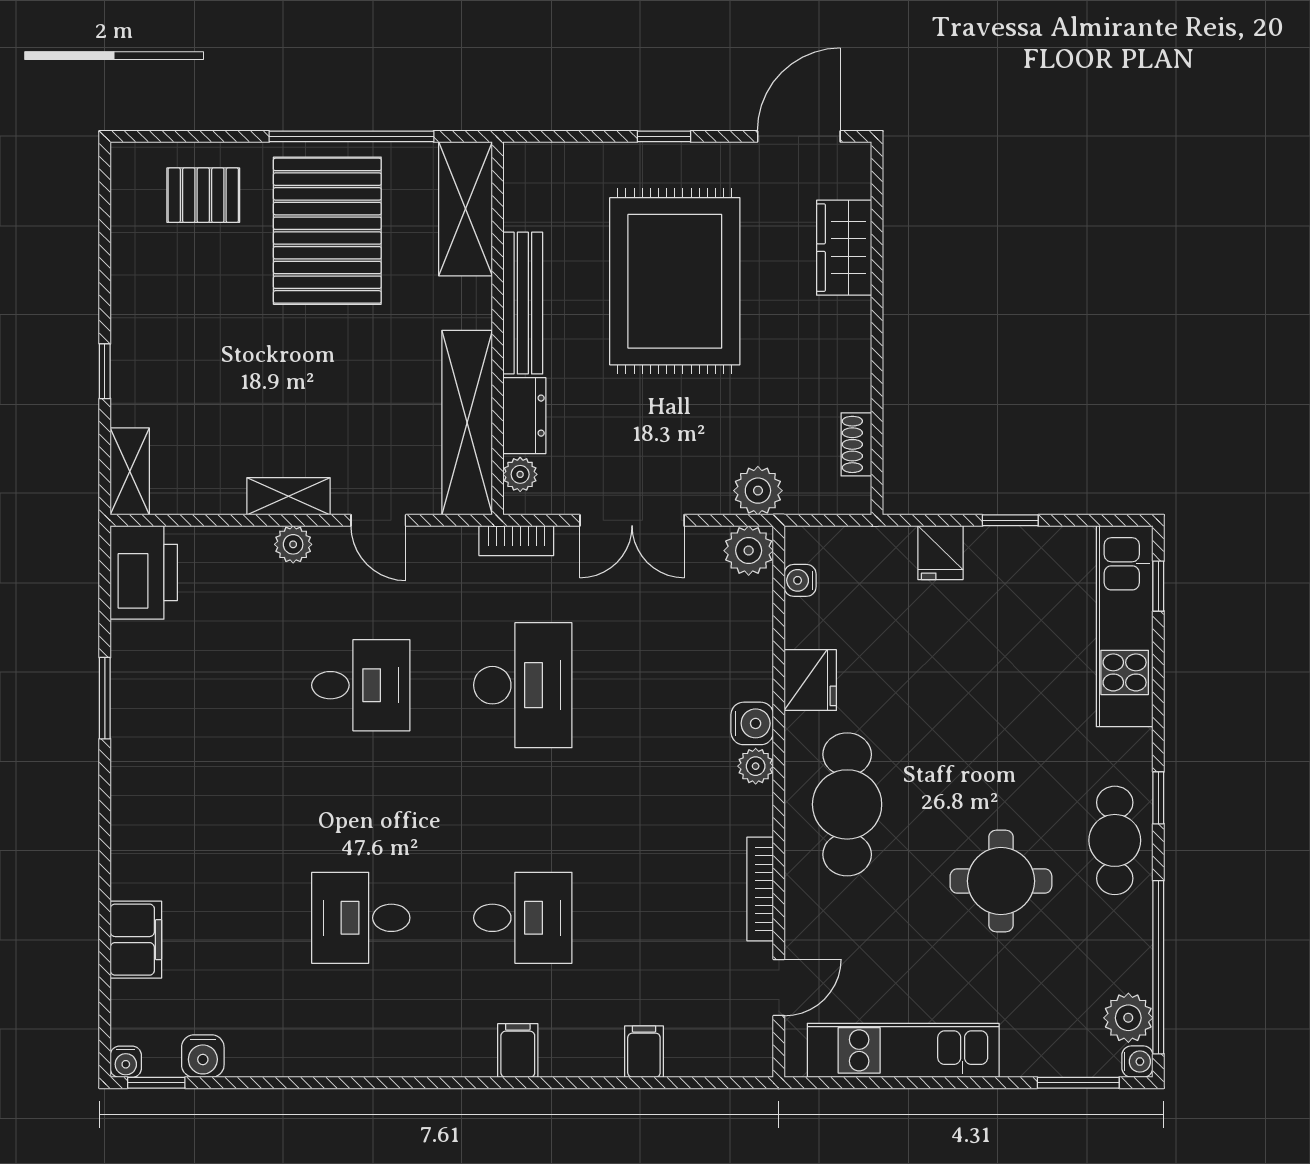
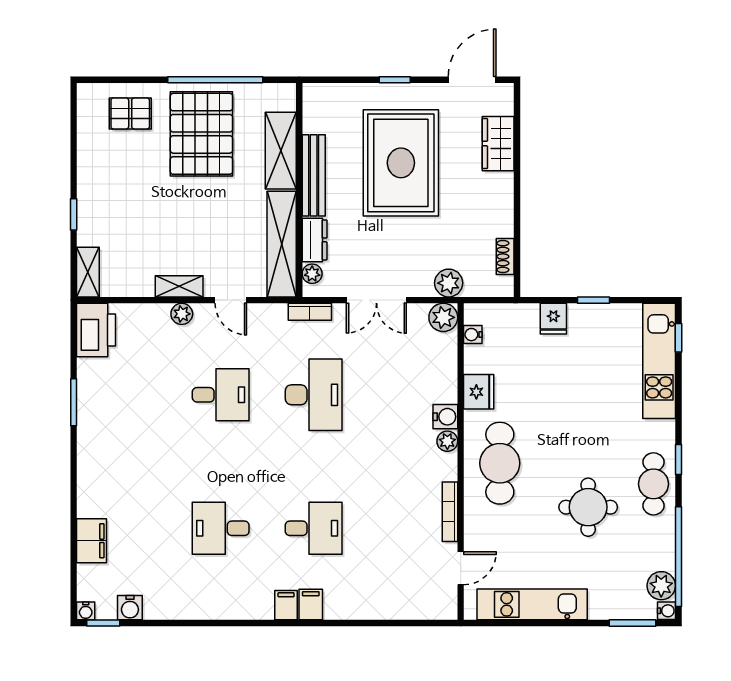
shelving: (465, 209) -> (281, 151), moved
filing cabinet: (644, 1052) -> (286, 605), moved

